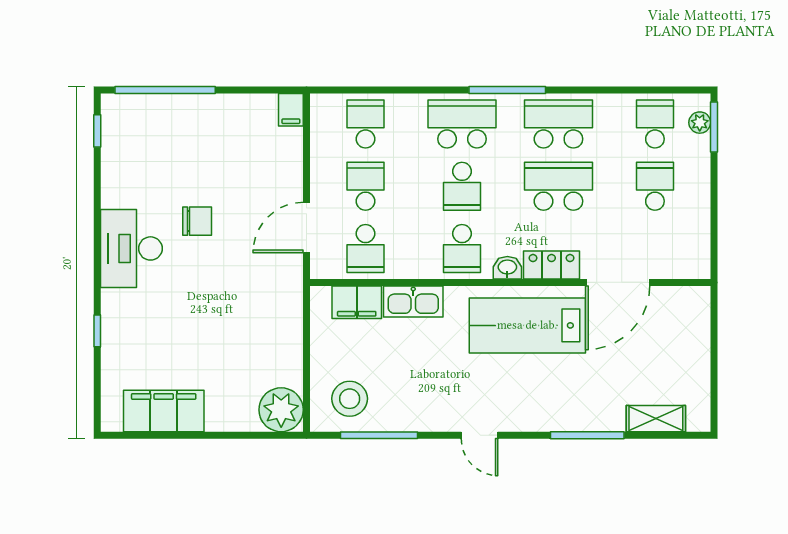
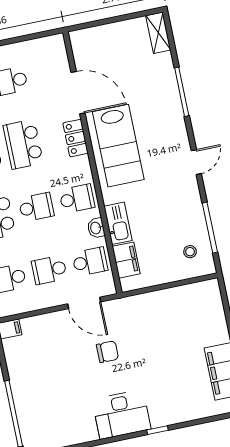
chair: (197, 221) -> (107, 352), moved, turned 90
washbasin: (507, 268) -> (96, 228), moved
window: (97, 331) -> (157, 430), moved
stool: (350, 399) -> (190, 252), width x0.53, depth x0.53
plant: (281, 410) -> (206, 295), removed
shelving: (656, 419) -> (158, 33), moved

